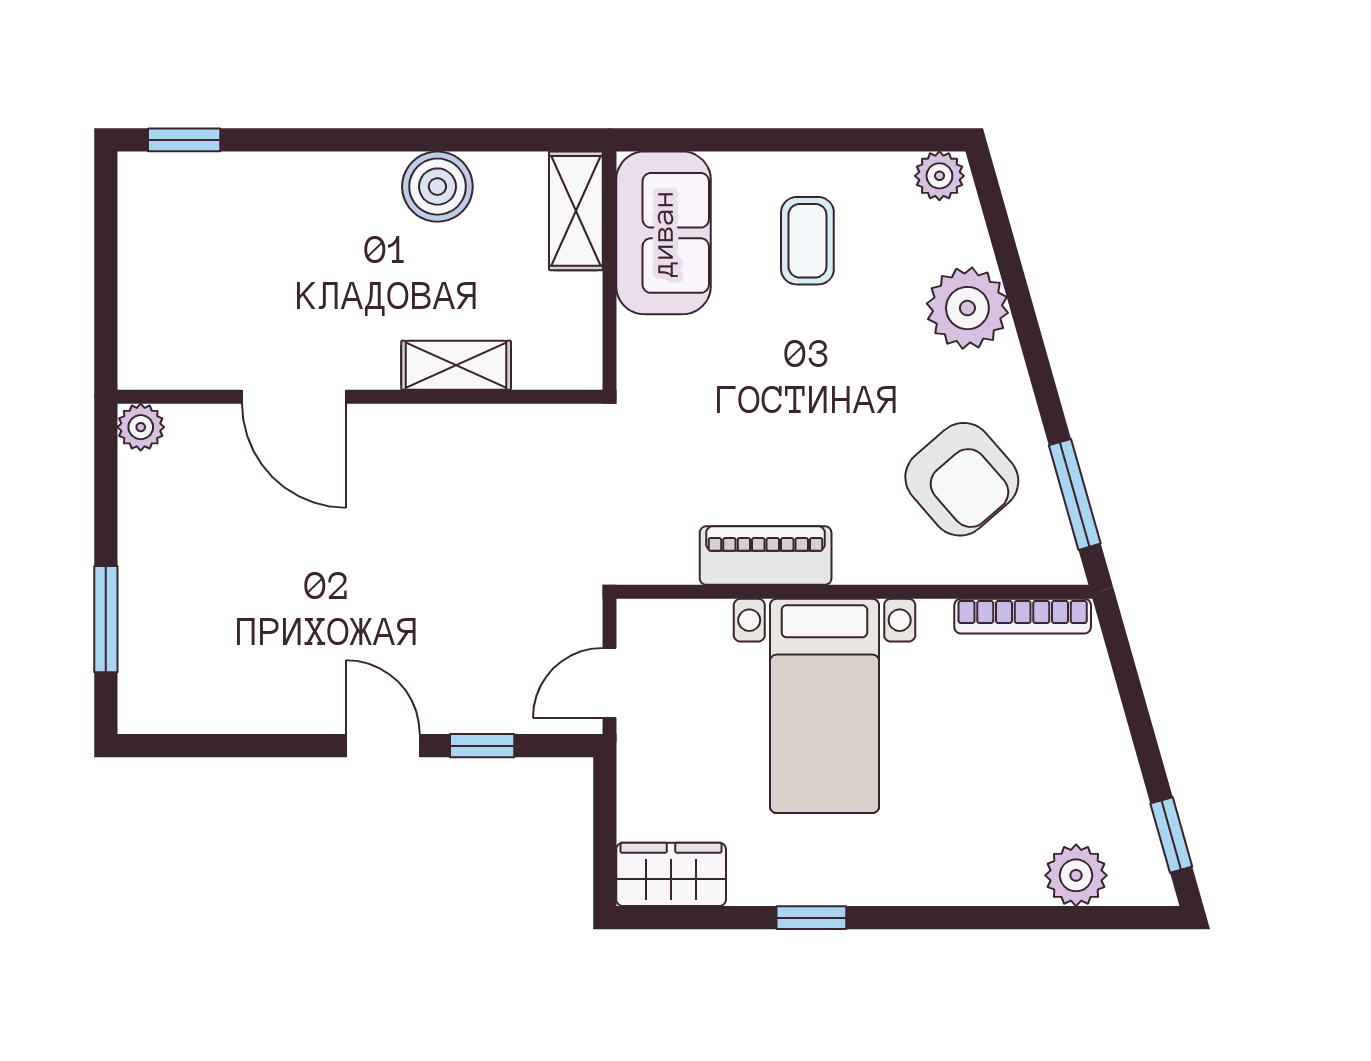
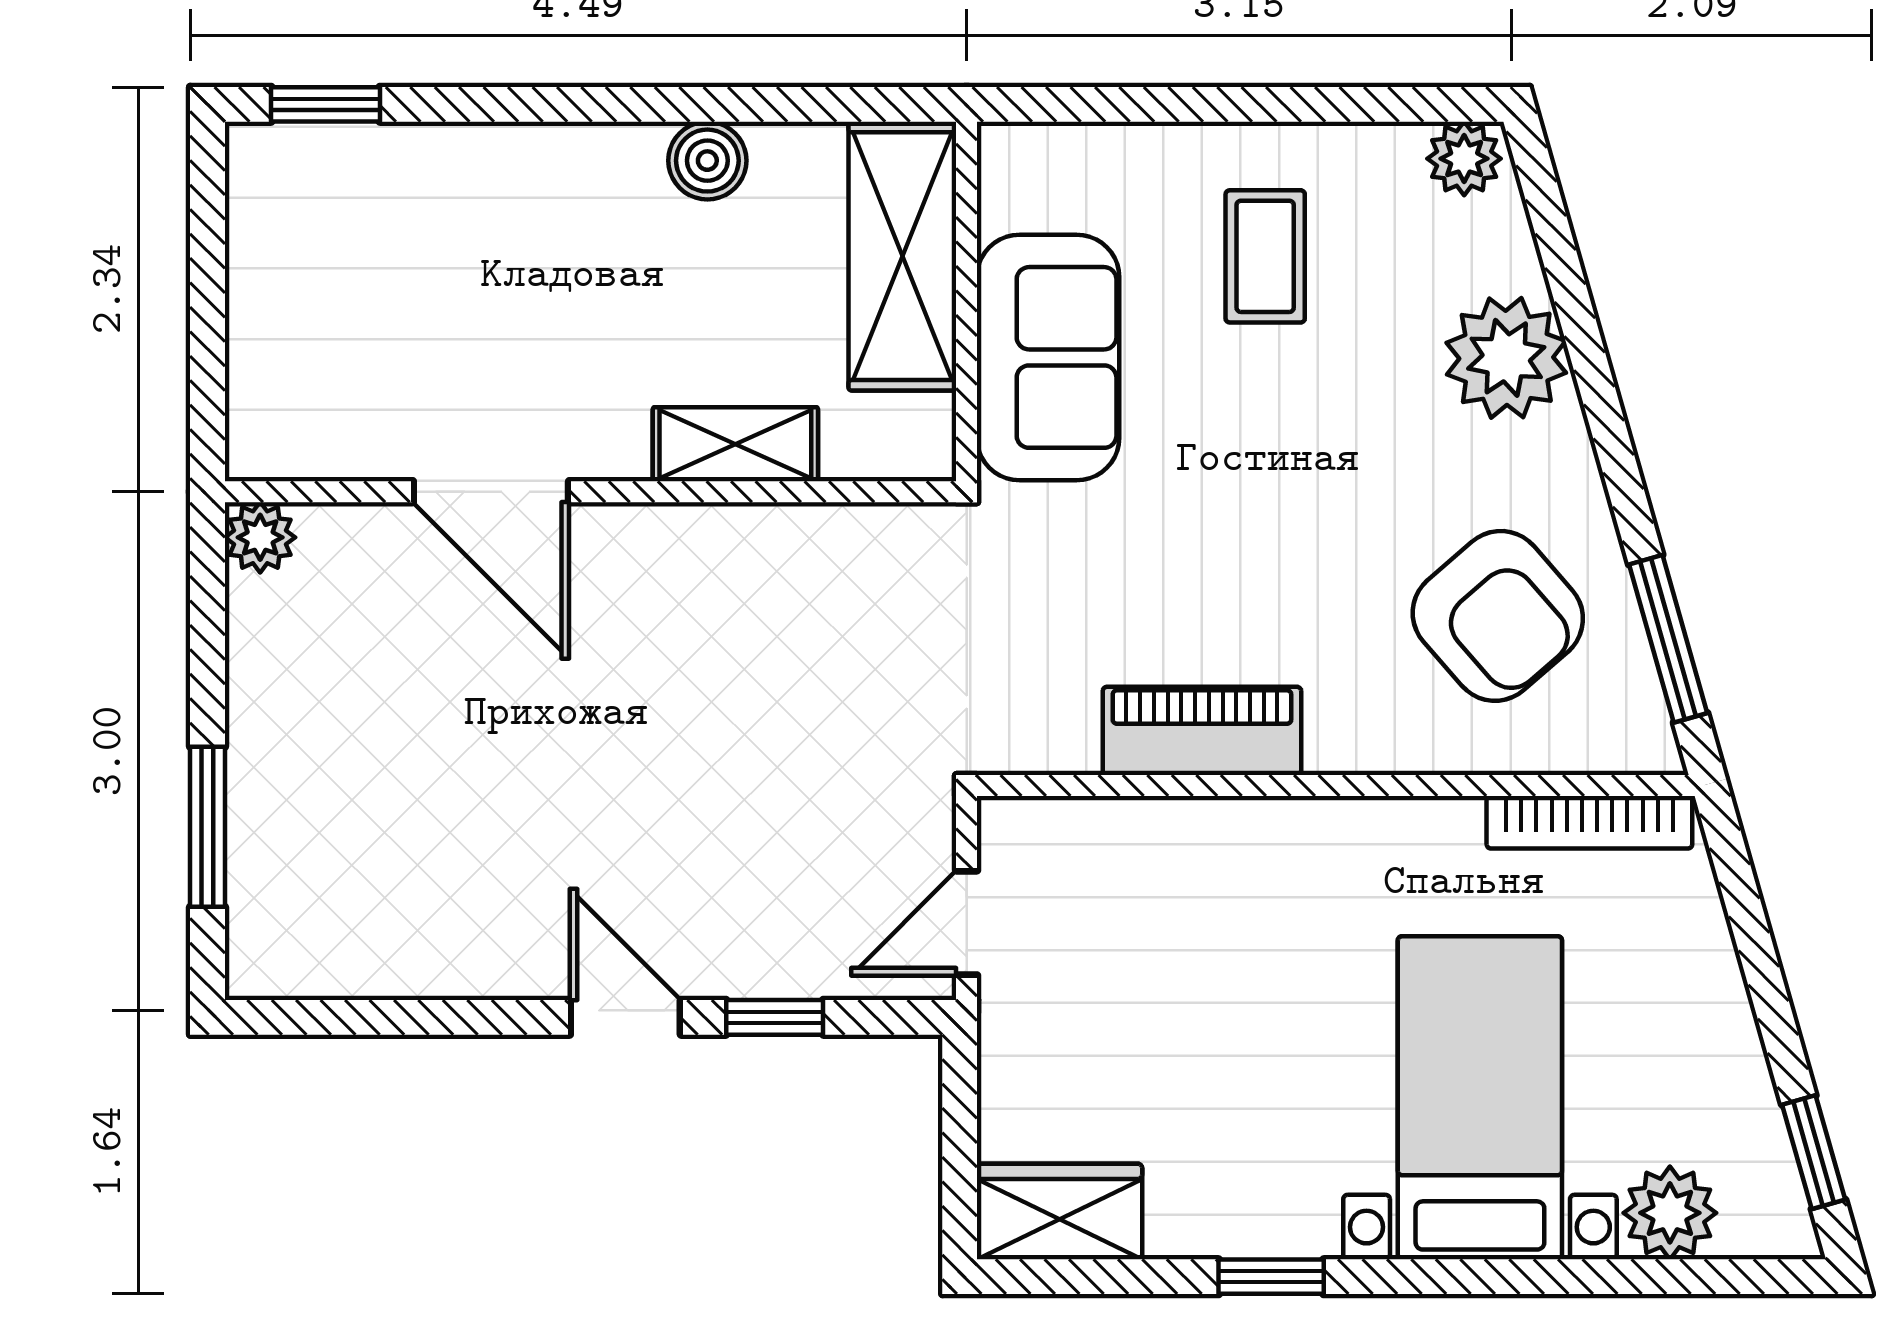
boiler: (437, 187) -> (707, 161), width x0.73, depth x0.73
shelving: (576, 211) -> (902, 256), width x1.50, depth x1.33
sofa: (663, 233) -> (1048, 357), moved
bed with nightstands: (824, 706) -> (1480, 1098), moved, turned 180

